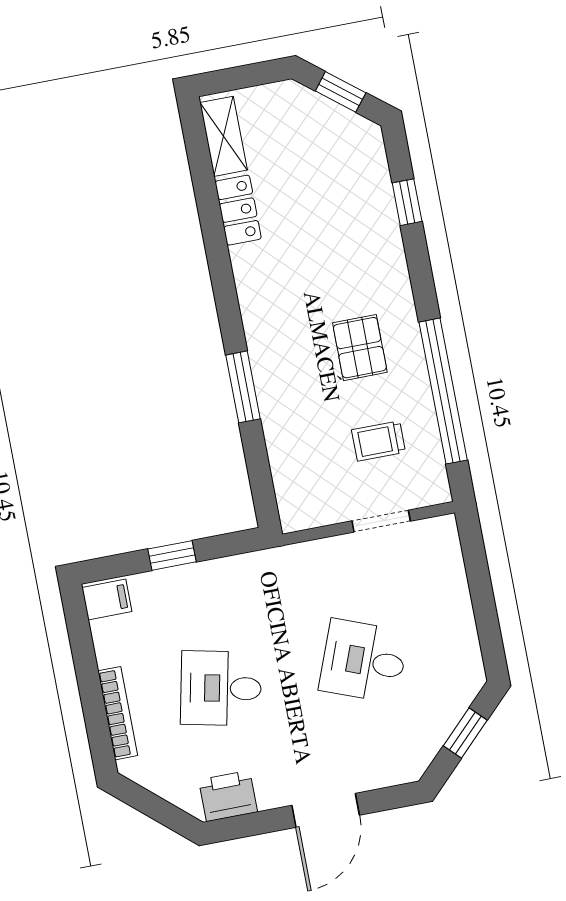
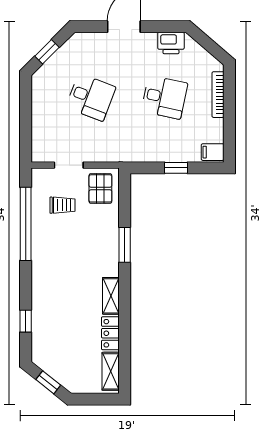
shelving: (251, 283) -> (111, 296), added
pallet: (360, 348) -> (100, 188), moved

